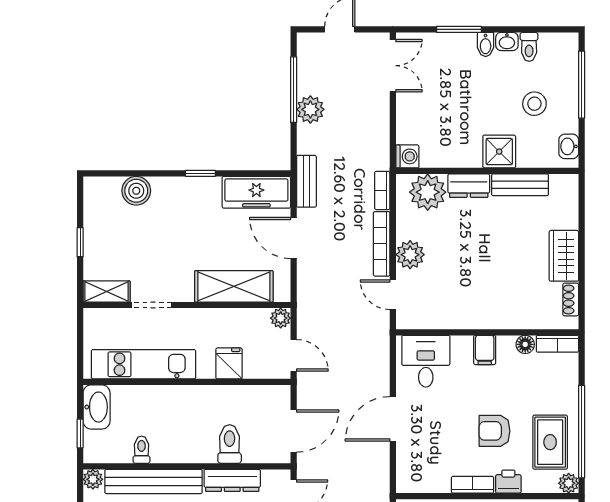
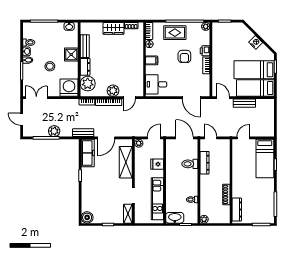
stool: (534, 104) -> (50, 66), moved
washing machine: (407, 156) -> (69, 88), width x1.89, depth x1.89
boiler: (136, 191) -> (87, 217), moved
door: (393, 419) -> (191, 98), moved
rug: (550, 442) -> (175, 33), moved
bench: (153, 481) -> (205, 195), removed

